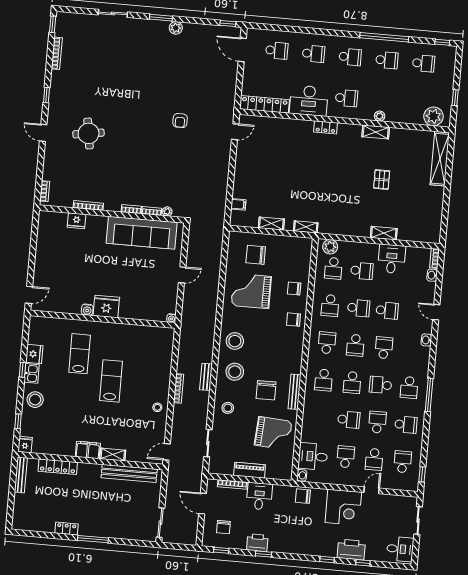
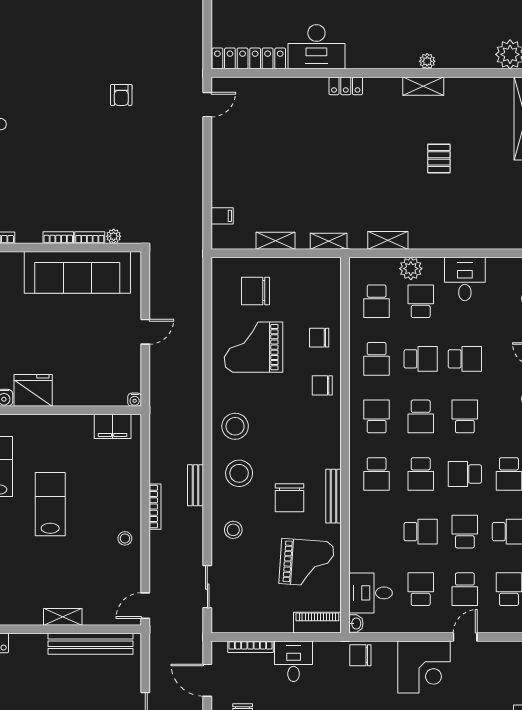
school desk: (347, 98) -> (374, 38), removed
shelving: (384, 233) -> (388, 240), moved
plant: (330, 247) -> (411, 269), moved
school desk: (362, 271) -> (421, 301), turned -90
filing cabinet: (88, 450) -> (113, 426), moved, turned 180
piano: (250, 470) -> (317, 623), moved

